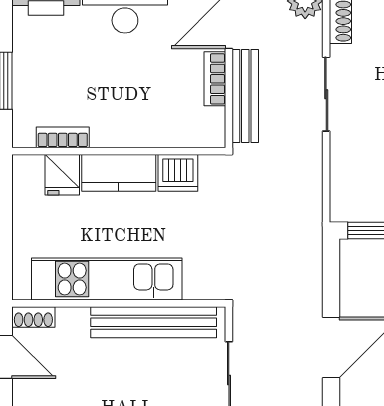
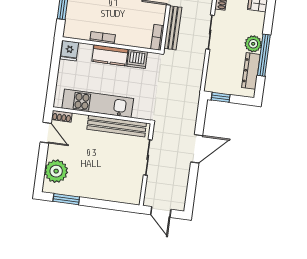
bookcase: (215, 79) -> (157, 37), moved
bookcase: (63, 137) -> (103, 38), moved
fridge: (62, 175) -> (69, 51), moved

